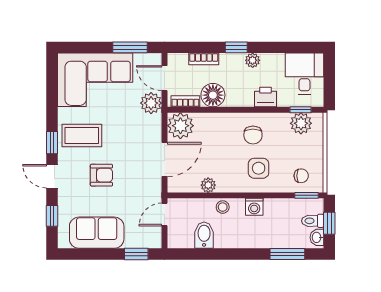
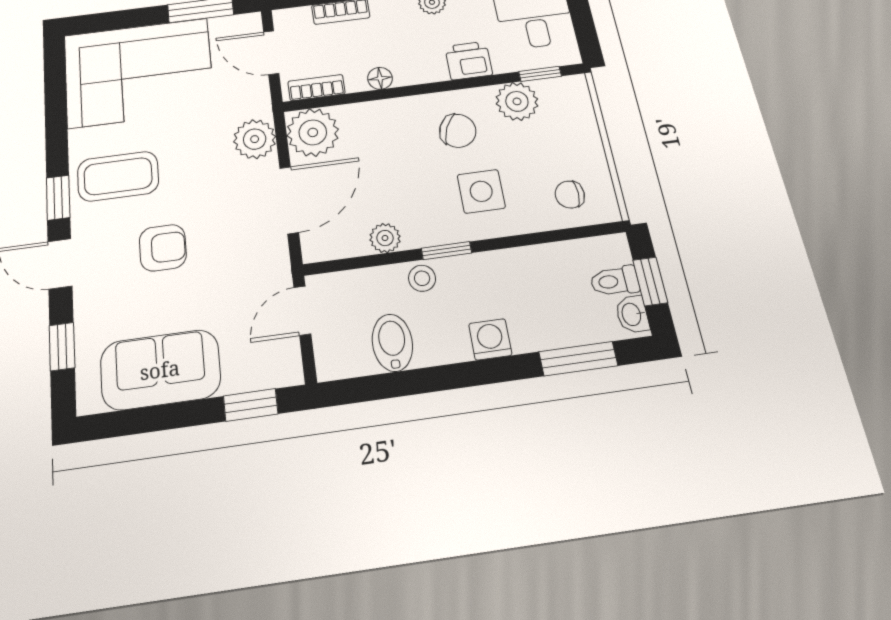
floor lamp: (213, 95) -> (380, 78), width x0.53, depth x0.53
plant: (151, 103) -> (255, 139), moved
plant: (301, 123) -> (517, 101), moved
chair: (253, 135) -> (458, 131), turned -66
chair: (301, 176) -> (570, 195), turned 180
window: (306, 195) -> (446, 251), moved
washing machine: (254, 207) -> (490, 339), moved, turned 180

